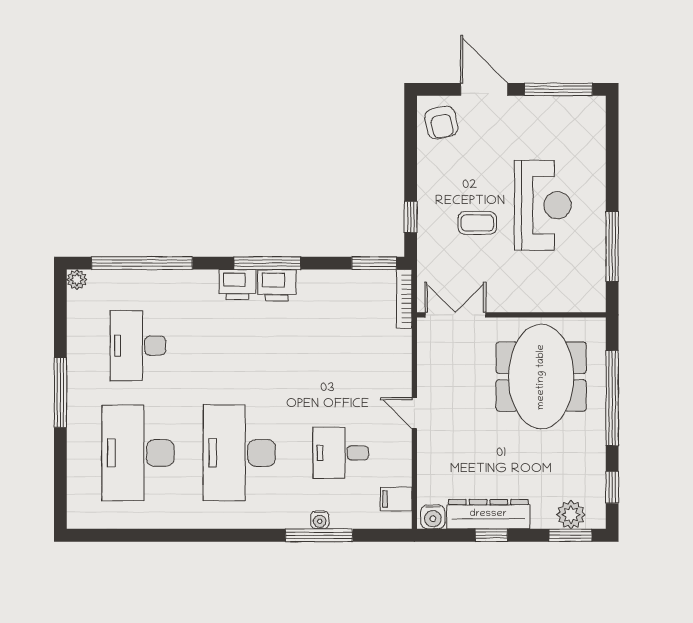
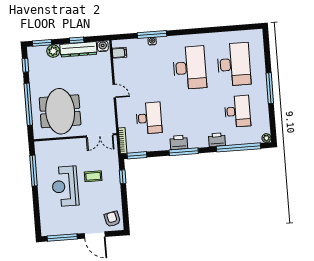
printer: (238, 285) -> (217, 140), moved
desk: (341, 453) -> (149, 118), moved, width x1.37
plant: (571, 515) -> (53, 51), moved

